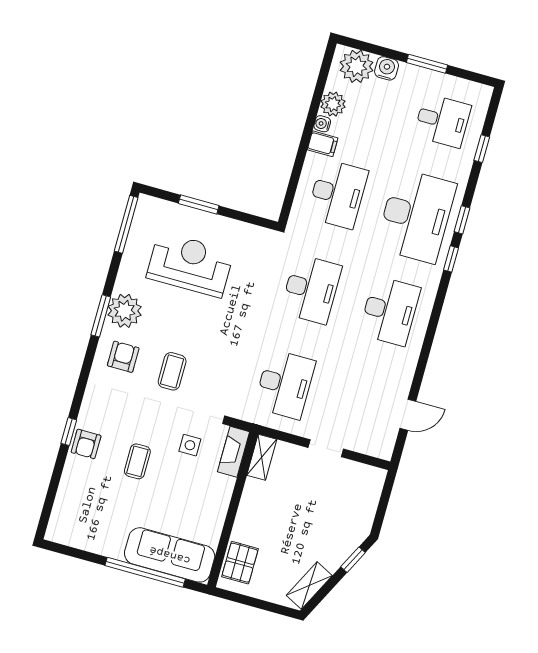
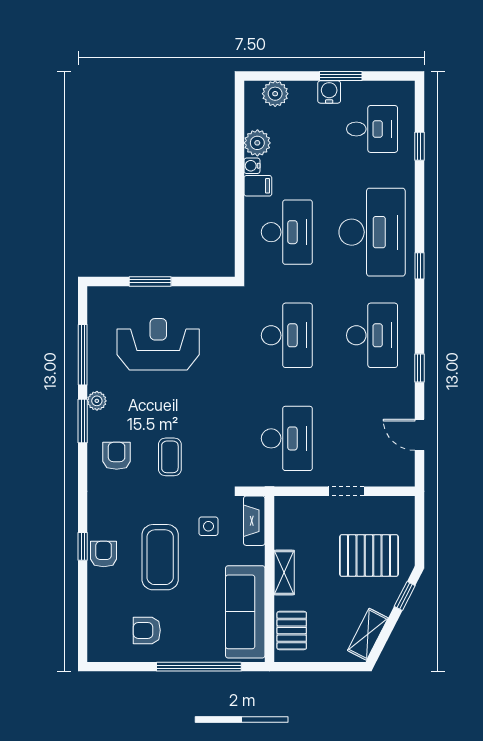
plant: (356, 66) -> (275, 94), width x0.73, depth x0.73
water cooler: (387, 68) -> (329, 92), moved
window: (462, 220) -> (419, 368), moved
window: (126, 224) -> (83, 355), moved
plant: (125, 311) -> (97, 401), width x0.53, depth x0.53
door: (408, 415) -> (419, 435), swing flipped
armchair: (86, 444) -> (104, 554), turned 180
shelving: (262, 457) -> (284, 573), moved
coffee table: (137, 461) -> (160, 557), width x1.86, depth x1.72
pallet: (330, 513) -> (369, 556), added
armchair: (106, 526) -> (147, 630), added
sofa: (170, 555) -> (245, 612), moved, turned -90

